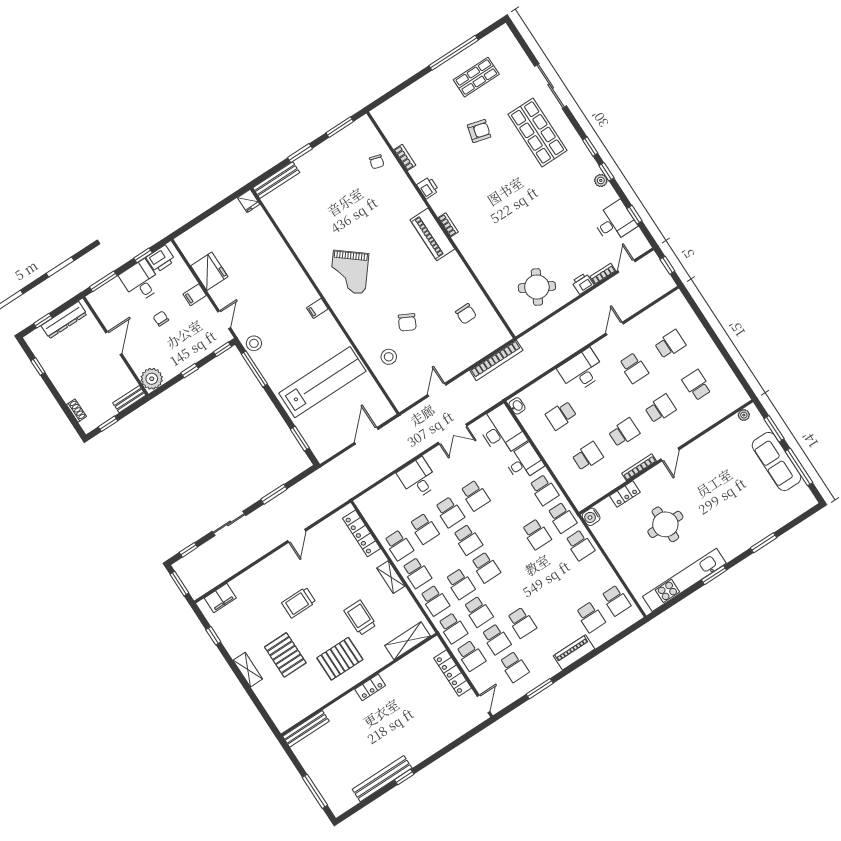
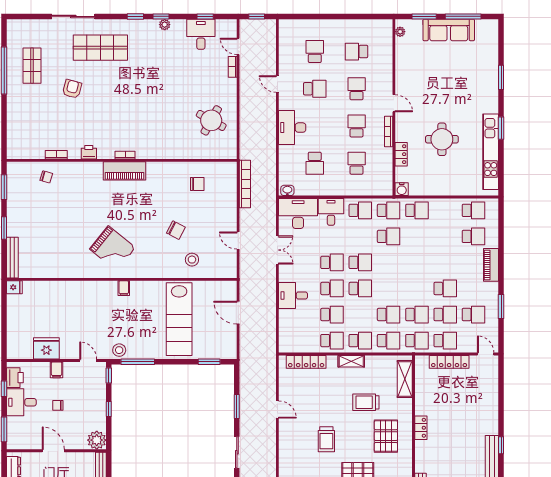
printer: (583, 283) -> (230, 86), removed
lab bench: (322, 382) -> (179, 319), turned 180
school desk: (486, 567) -> (360, 262), moved

